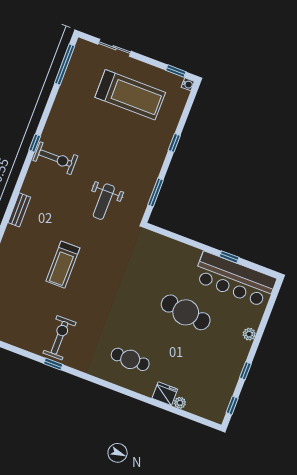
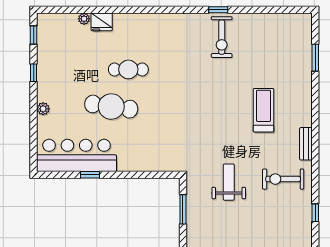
exercise bike: (55, 158) -> (283, 179), moved
treadmill: (63, 265) -> (263, 110), moved
cafe table: (130, 359) -> (128, 69), moved

